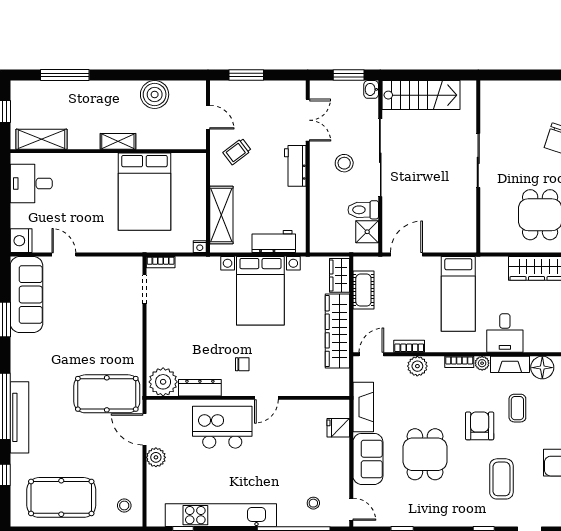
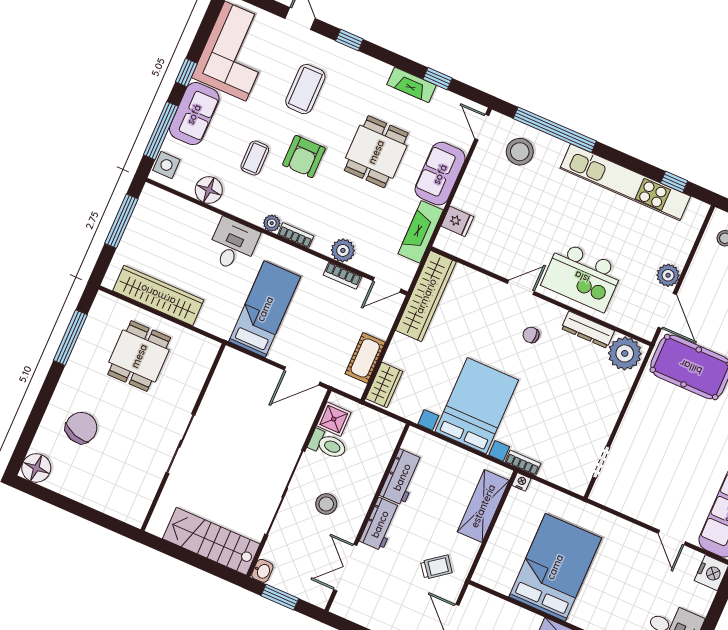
workbench: (274, 242) -> (402, 477), moved, turned -90
bookcase: (161, 262) -> (523, 463), moved
wardrobe: (337, 331) -> (426, 296), moved
fireplace: (510, 364) -> (412, 85), moved, turned 180
stool: (313, 503) -> (520, 152), width x1.89, depth x1.89

